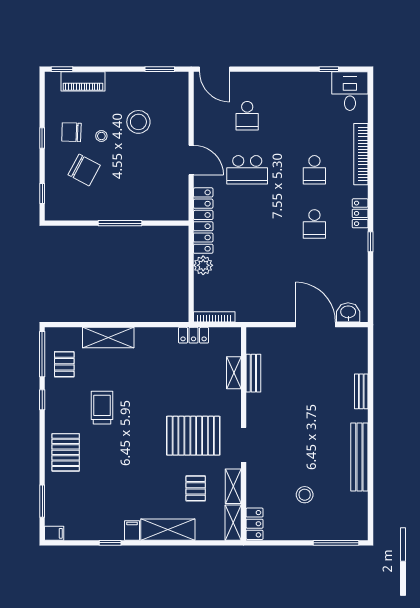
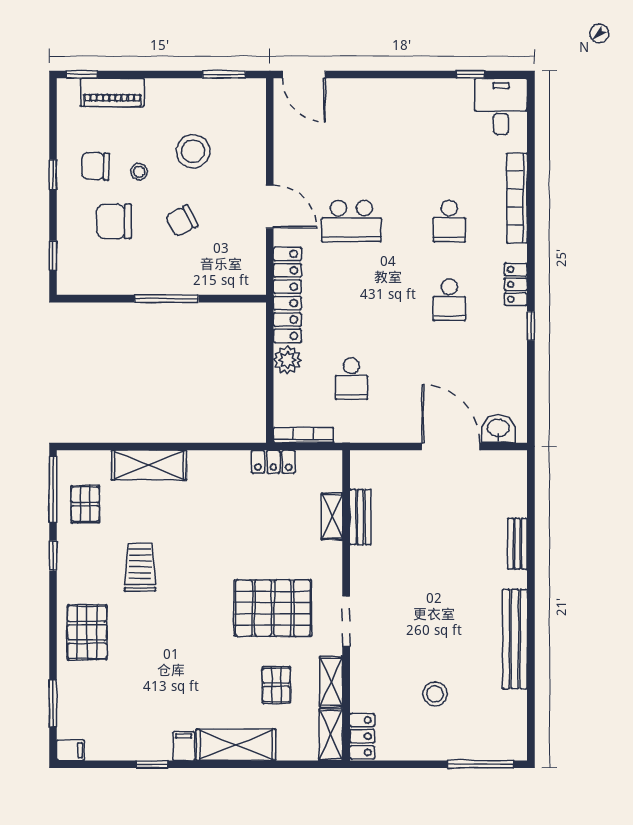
school desk: (247, 116) -> (351, 379), moved
chair: (84, 170) -> (114, 221), turned 152
chair: (131, 170) -> (182, 221), added

